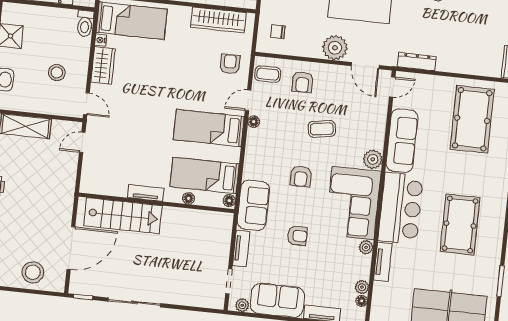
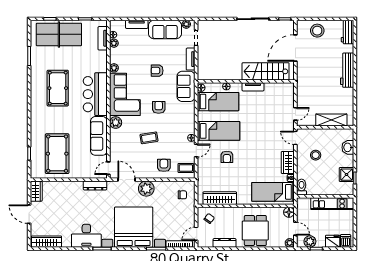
armchair: (230, 64) -> (227, 157), moved
tv unit: (383, 262) -> (103, 38), moved

